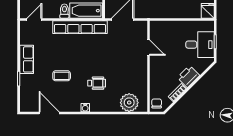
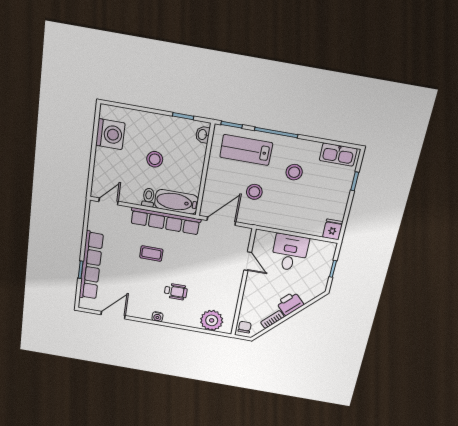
desk: (200, 45) -> (290, 253), moved, turned -90
row of seats: (27, 59) -> (91, 266), width x2.02
coffee table: (62, 76) -> (151, 253), moved
door: (49, 113) -> (113, 315), hinge flipped

